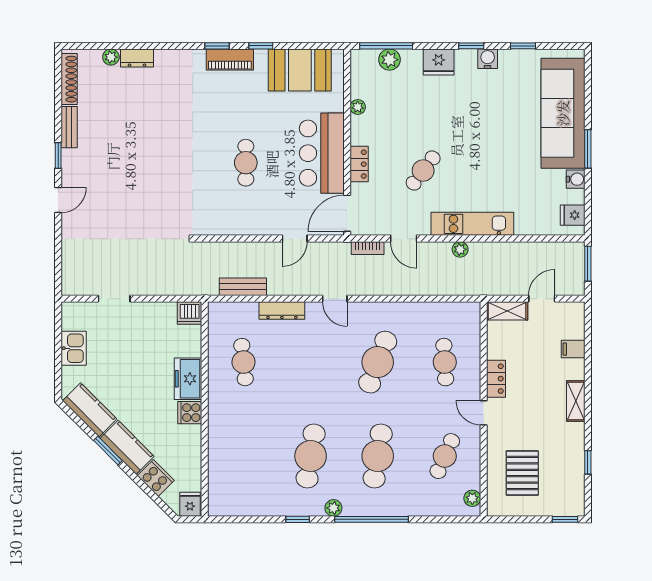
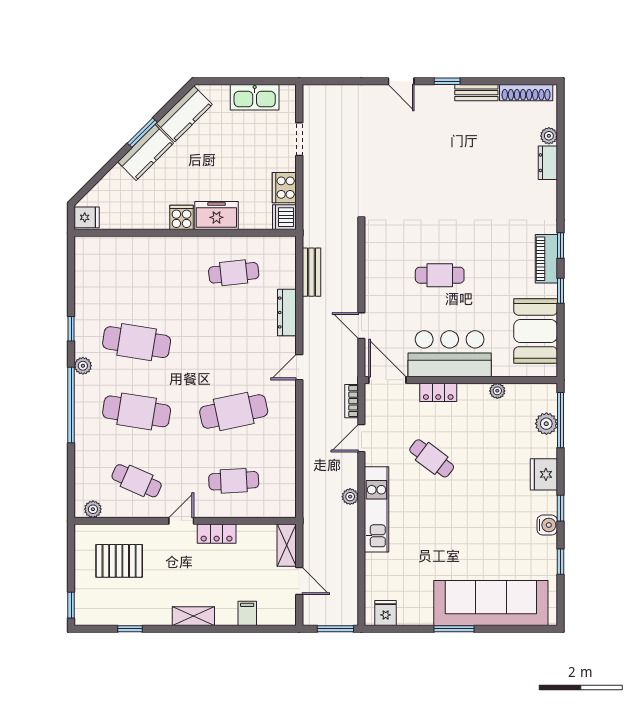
water cooler: (576, 179) -> (423, 616), removed
kitchen sink: (74, 348) -> (255, 97), width x1.38
cafe table: (378, 362) -> (234, 411), turned -33
cooker: (156, 478) -> (284, 188), moved, turned 135

